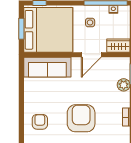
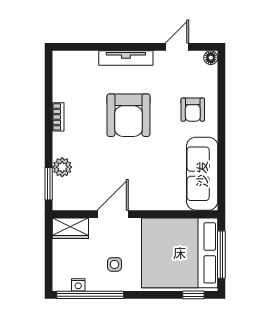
window: (21, 29) -> (221, 255), width x1.44
sofa: (47, 67) -> (202, 174), moved, turned -90

